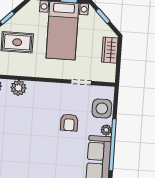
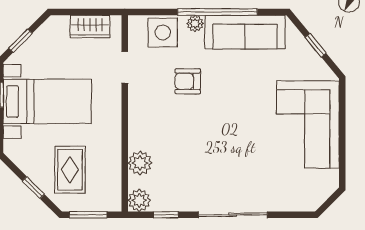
wardrobe: (110, 50) -> (90, 27), moved
armchair: (69, 123) -> (188, 81), turned 180

